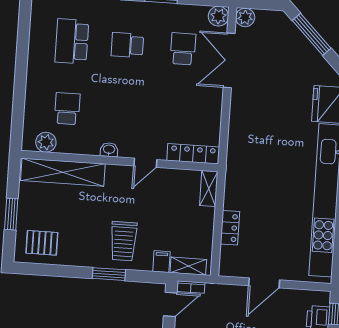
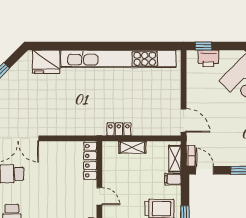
shelving: (209, 189) -> (132, 147), moved
locker: (230, 228) -> (119, 129), moved
door: (264, 283) -> (184, 121), moved

